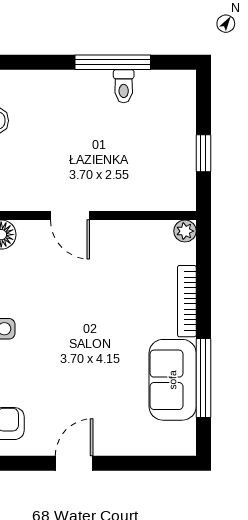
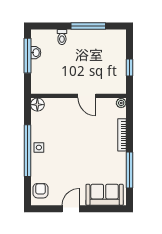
toilet: (124, 86) -> (62, 37), moved
door: (70, 216) -> (87, 96), moved
sofa: (173, 380) -> (105, 195), moved, turned 90

